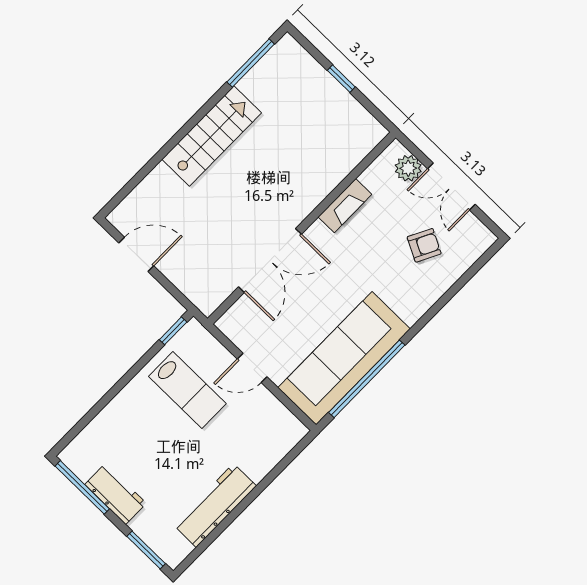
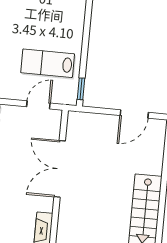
door: (252, 368) -> (38, 105), moved

